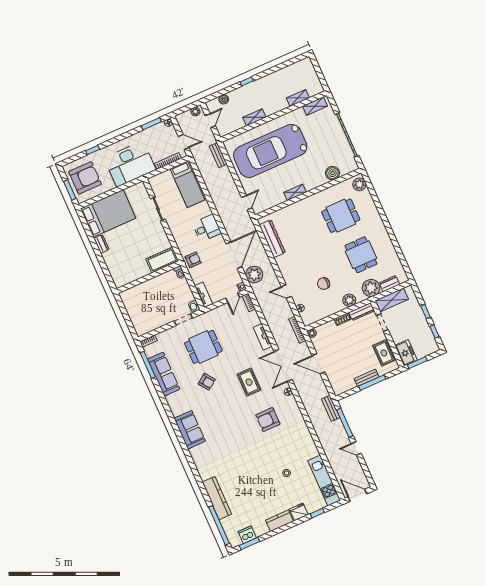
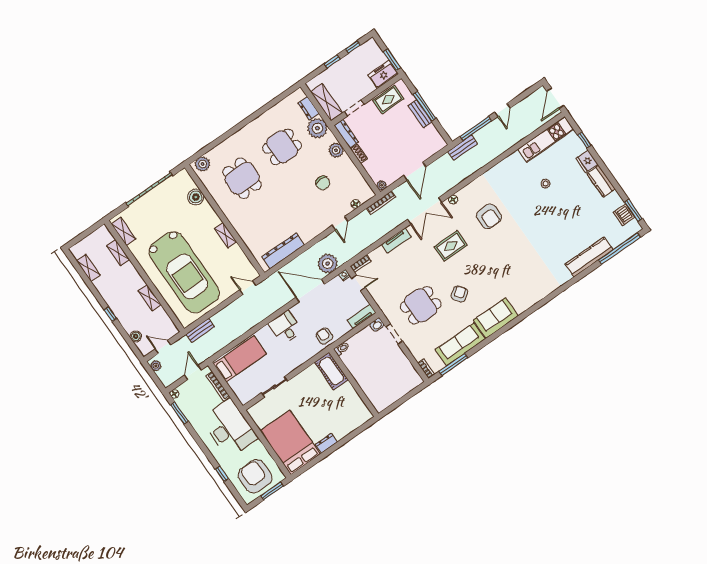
shelving: (290, 70) -> (88, 268), added
dining table: (203, 347) -> (421, 305), turned 90
sofa: (190, 430) -> (496, 318), moved

